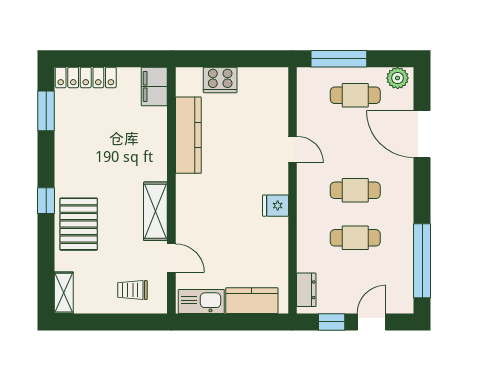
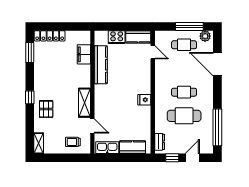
window: (339, 59) -> (189, 27), moved
kitchen counter: (263, 79) -> (138, 37), added
filing cabinet: (154, 86) -> (84, 54), moved
door: (293, 149) -> (153, 52), moved
pallet: (79, 224) -> (46, 109), width x0.67, depth x0.71
cafe table: (355, 238) -> (184, 116), width x1.37, depth x1.35

